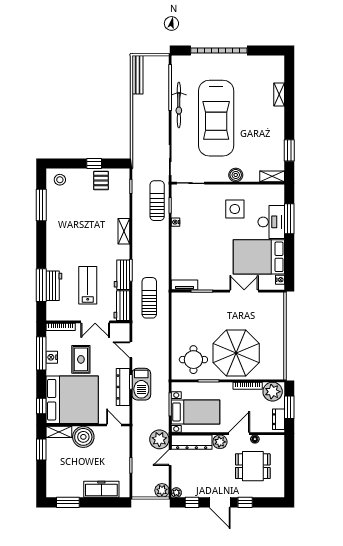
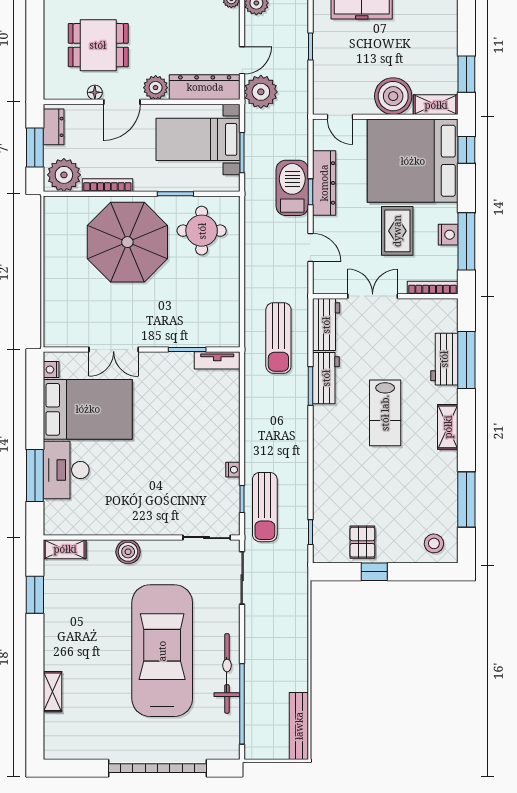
side table: (235, 209) -> (130, 493), removed
shelving: (124, 231) -> (448, 427), moved
lab bench: (88, 285) -> (385, 413), moved

